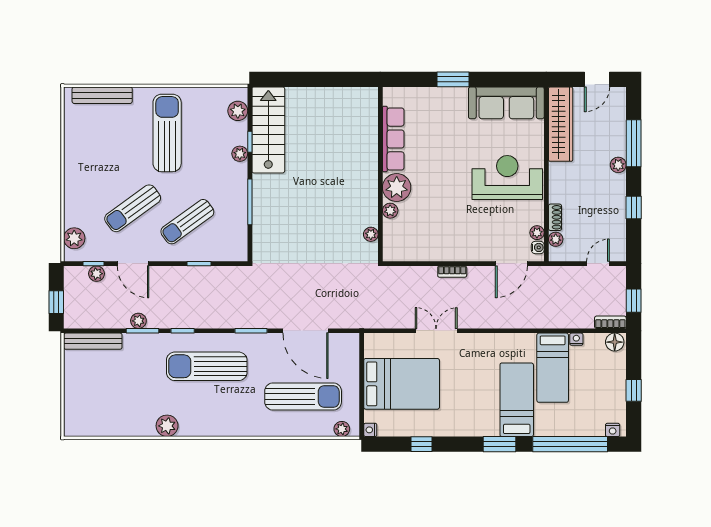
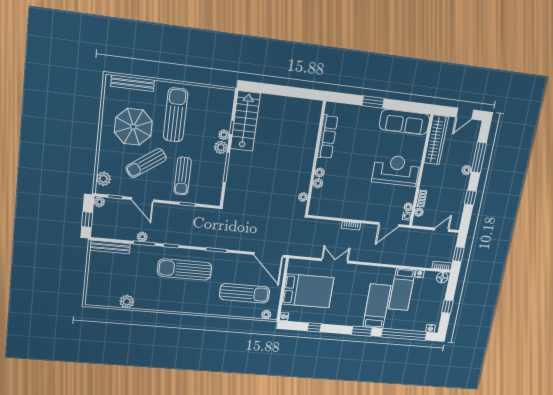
plant: (238, 111) -> (221, 147), moved
parasol: (109, 157) -> (133, 127), added
plant: (397, 187) -> (320, 173), width x0.53, depth x0.53
sun lounger: (187, 222) -> (183, 176), turned -54
plant: (96, 274) -> (99, 202), moved
door: (305, 331) -> (268, 255), moved
plant: (167, 426) -> (127, 302), moved

